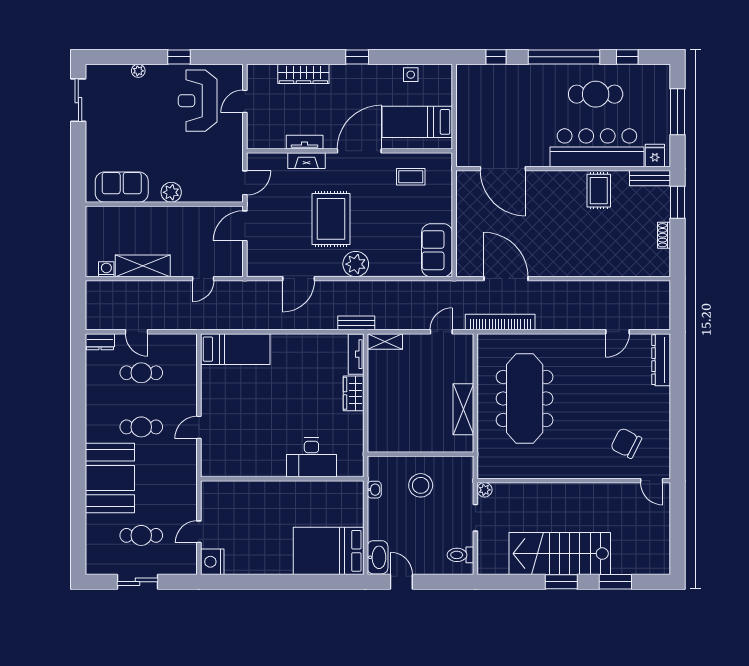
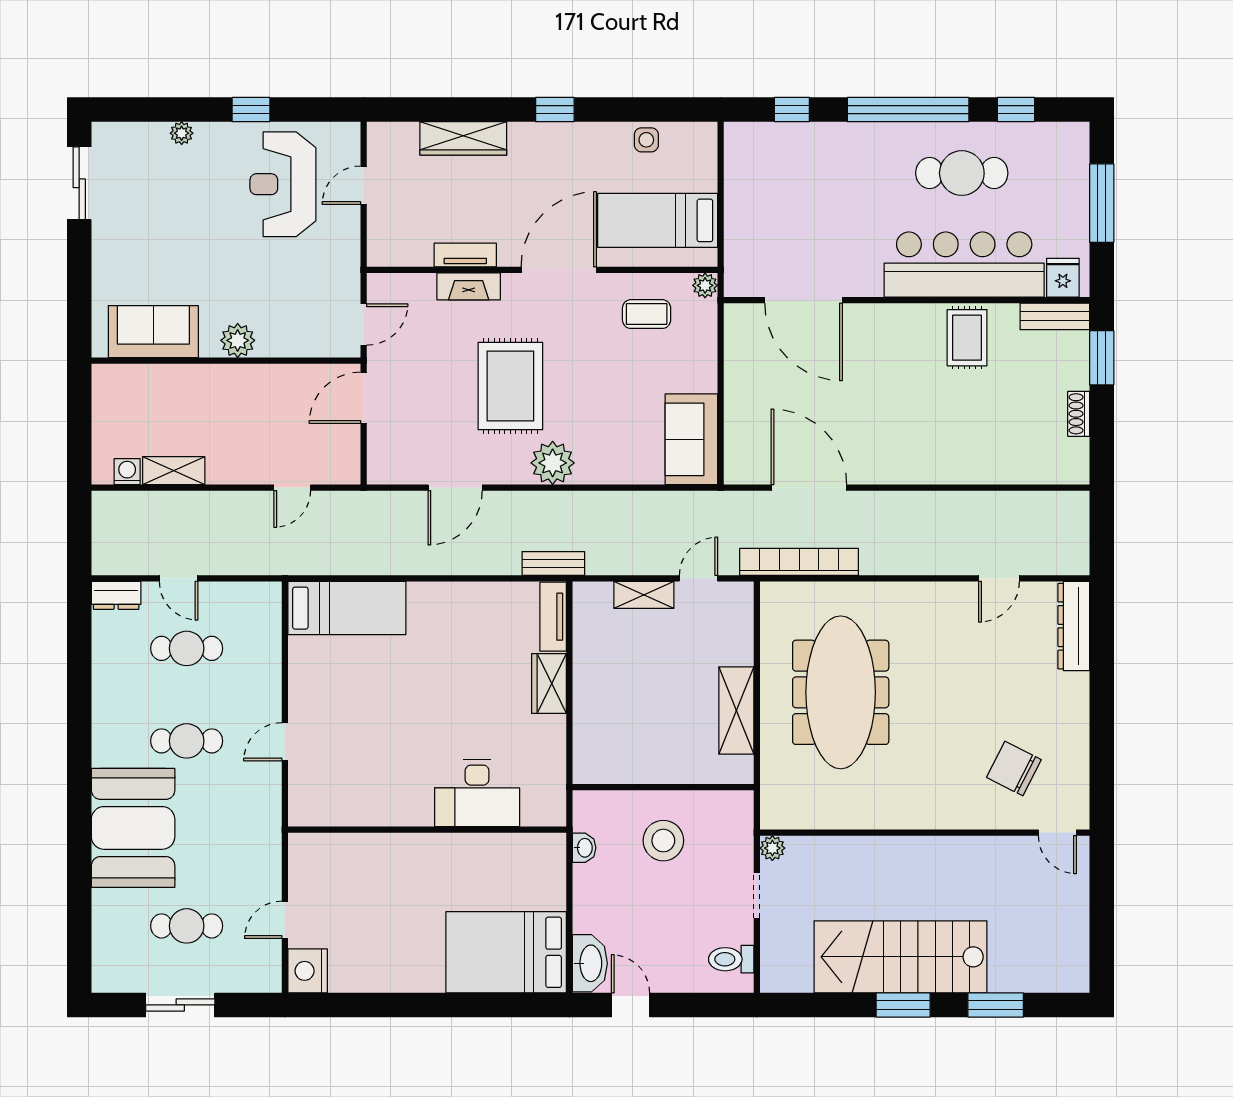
plant: (445, 160) -> (705, 285), added
shelving: (143, 266) -> (174, 471), width x0.67, depth x0.75
shelving: (385, 341) -> (644, 595), moved

